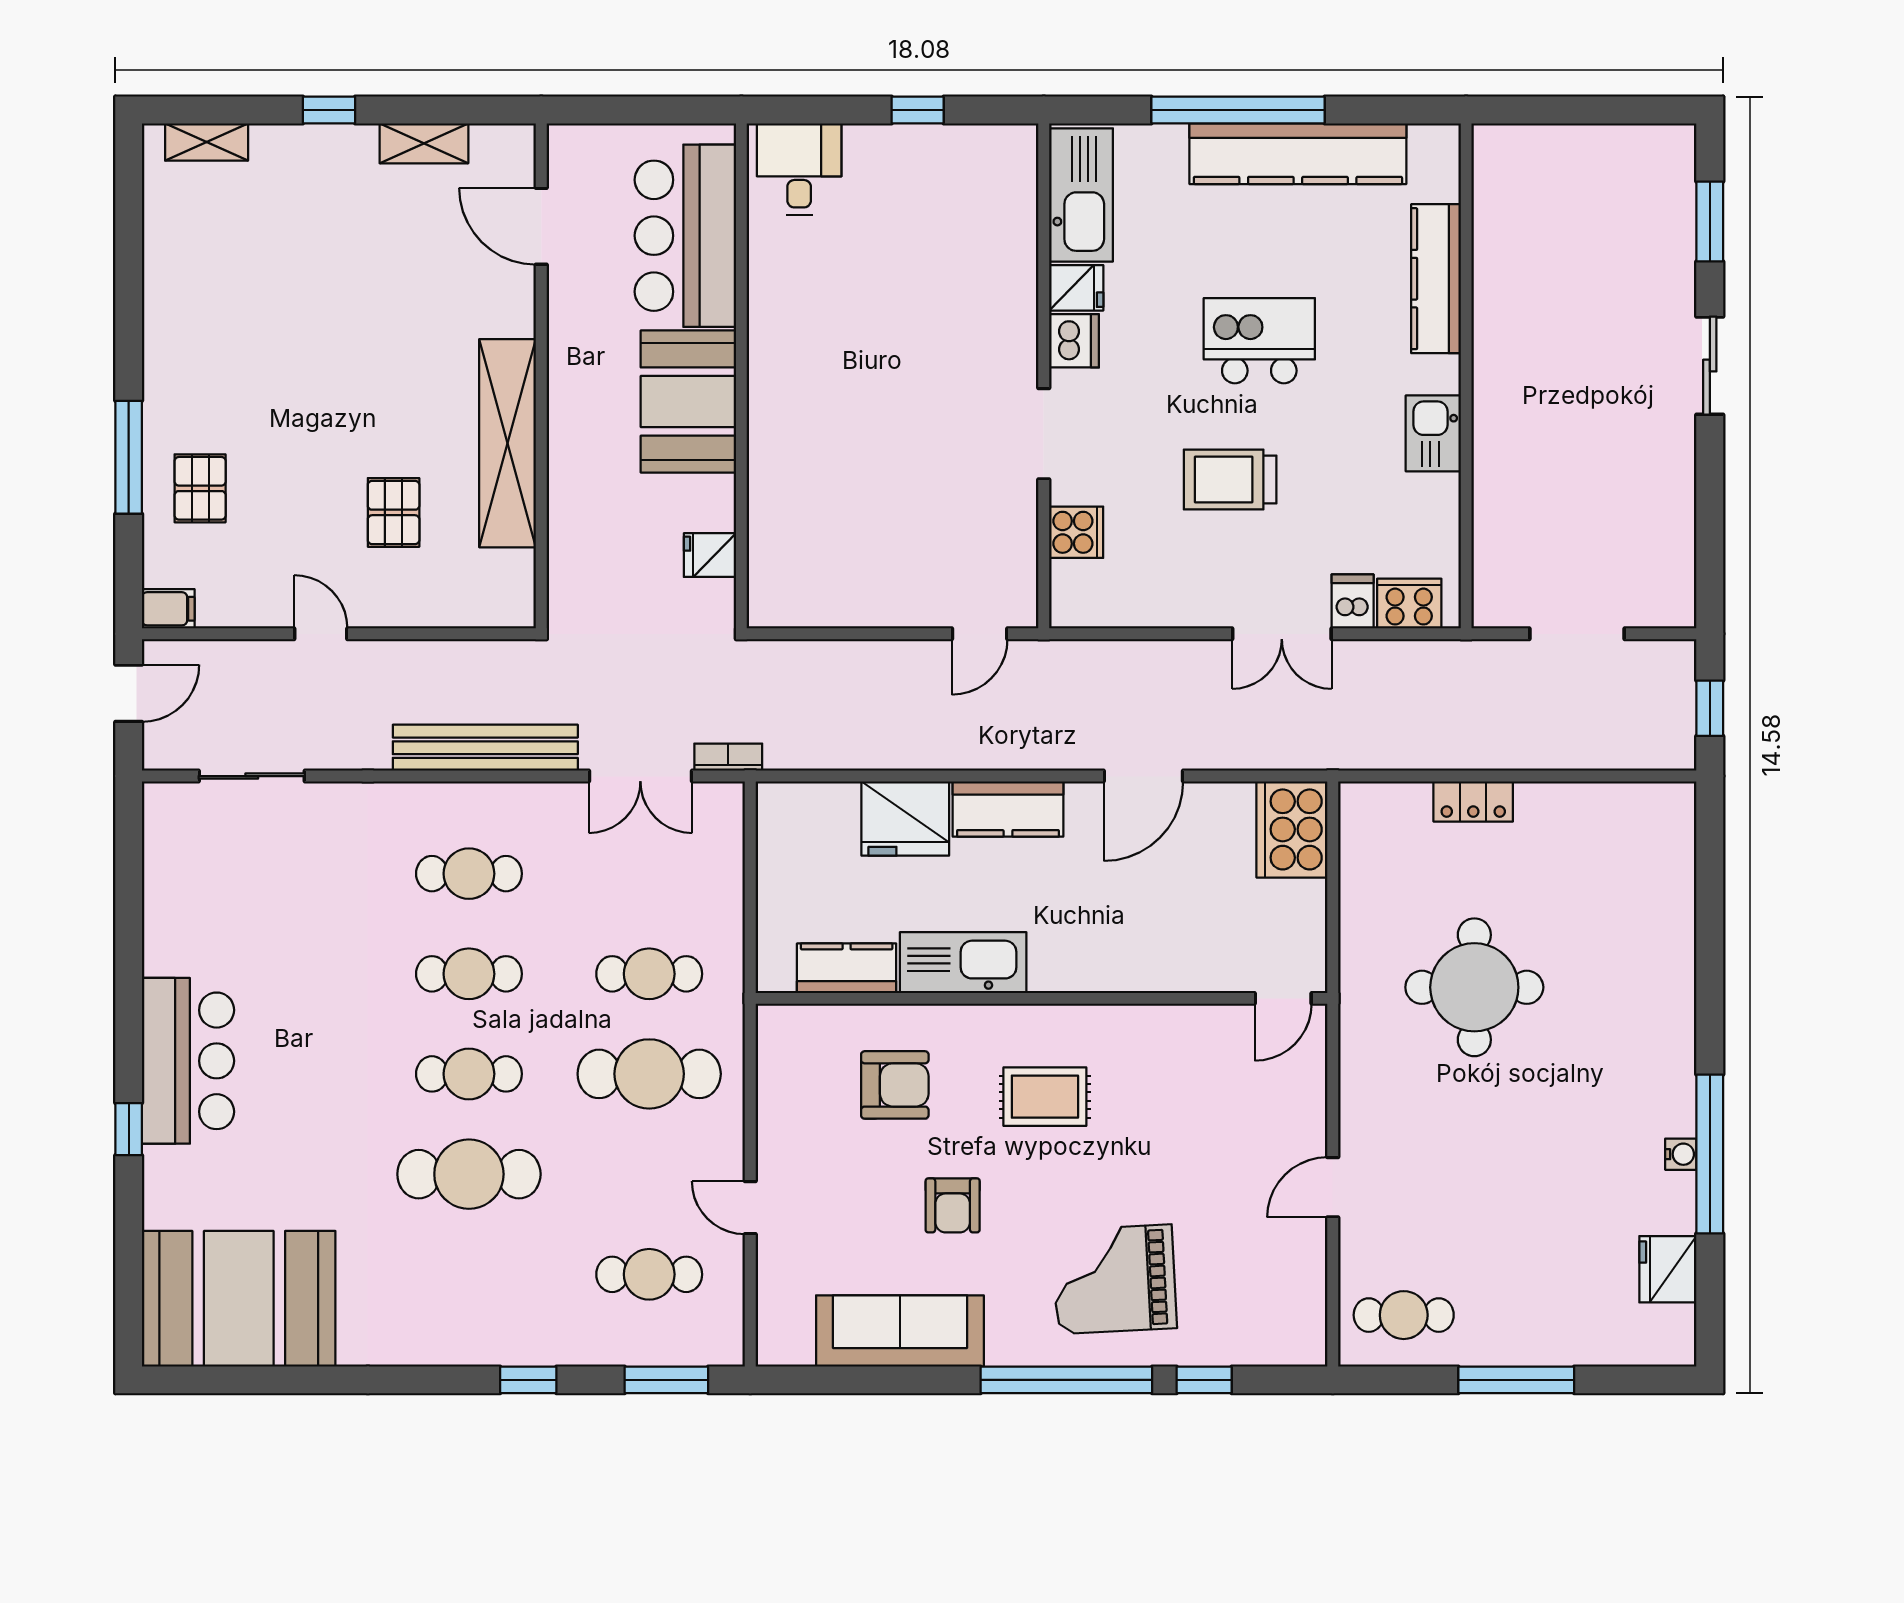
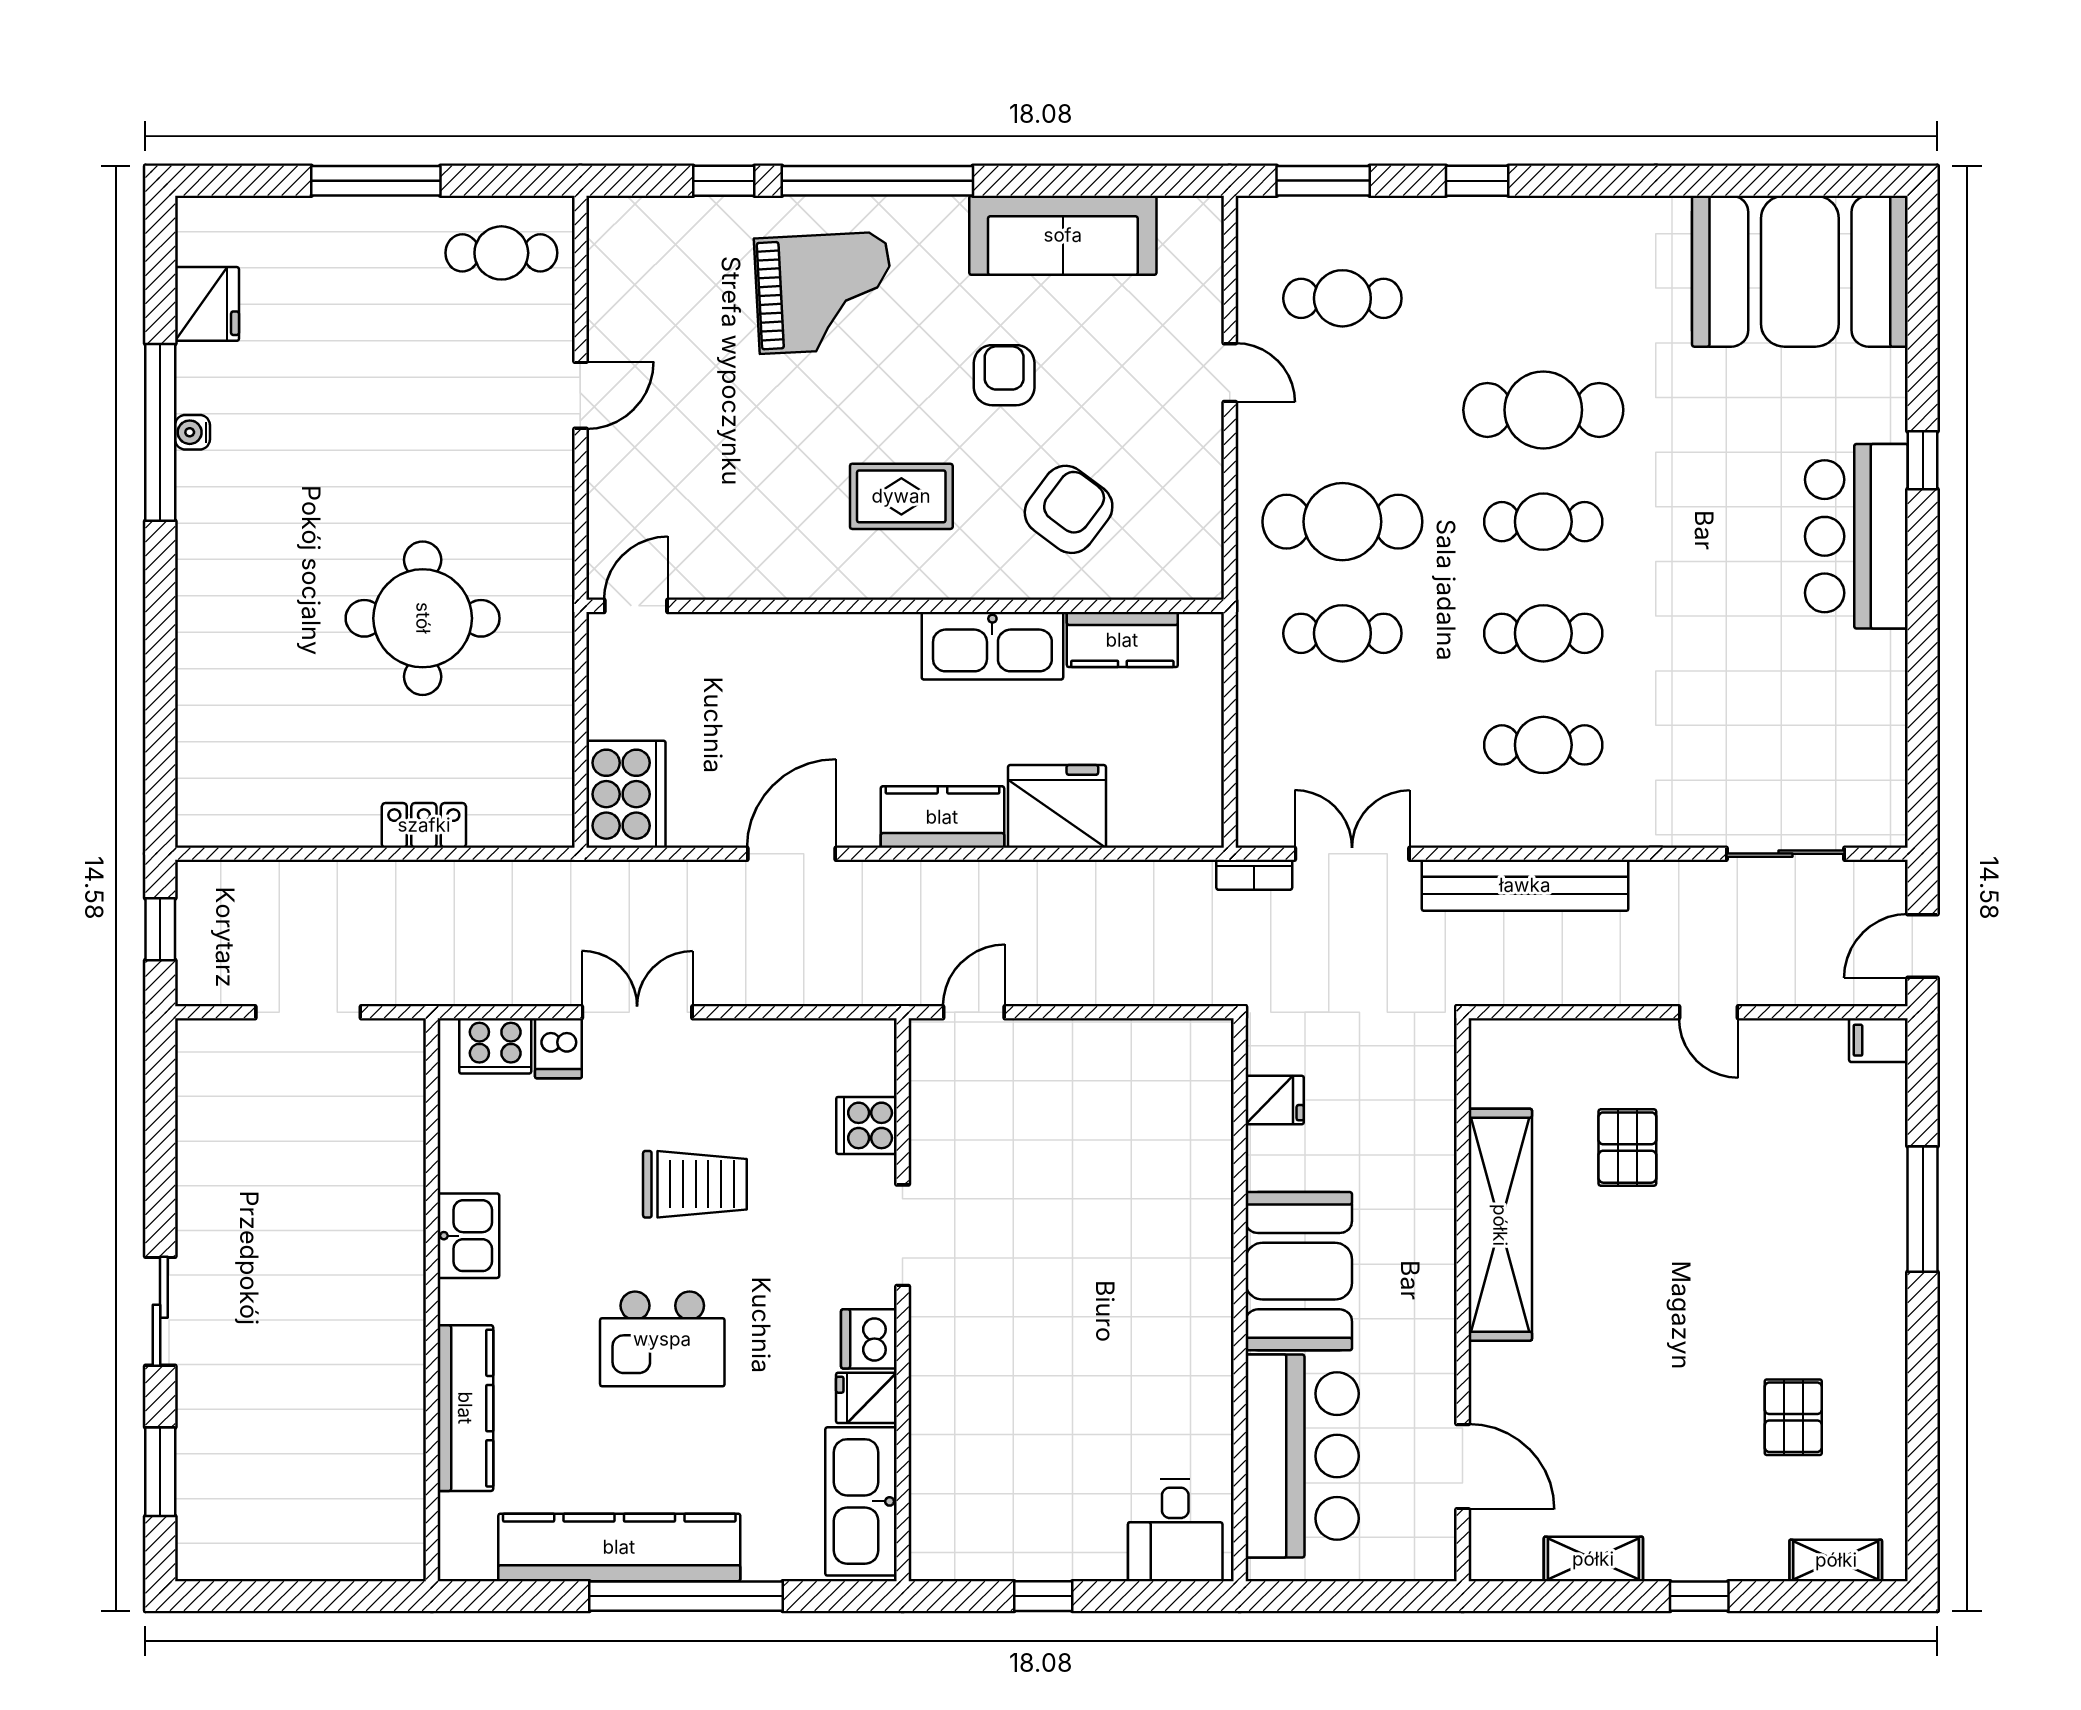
pallet: (200, 488) -> (1793, 1417), moved
armchair: (895, 1085) -> (1069, 509), turned 127

